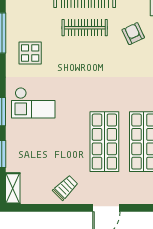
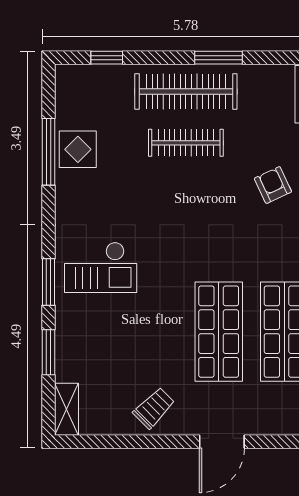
armchair: (133, 34) -> (273, 185), moved
display table: (30, 53) -> (78, 149), moved

